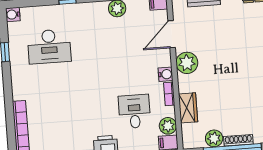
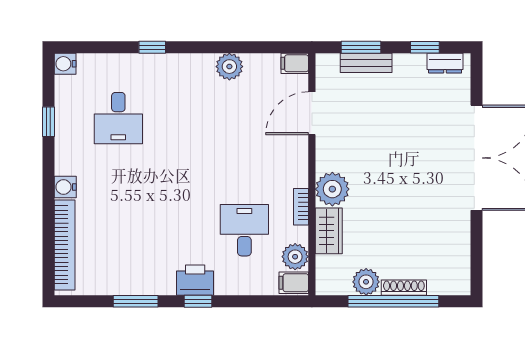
desk: (49, 46) -> (118, 118), width x0.73
plant: (187, 63) -> (332, 189), moved
water cooler: (165, 74) -> (65, 187), moved, turned 180

